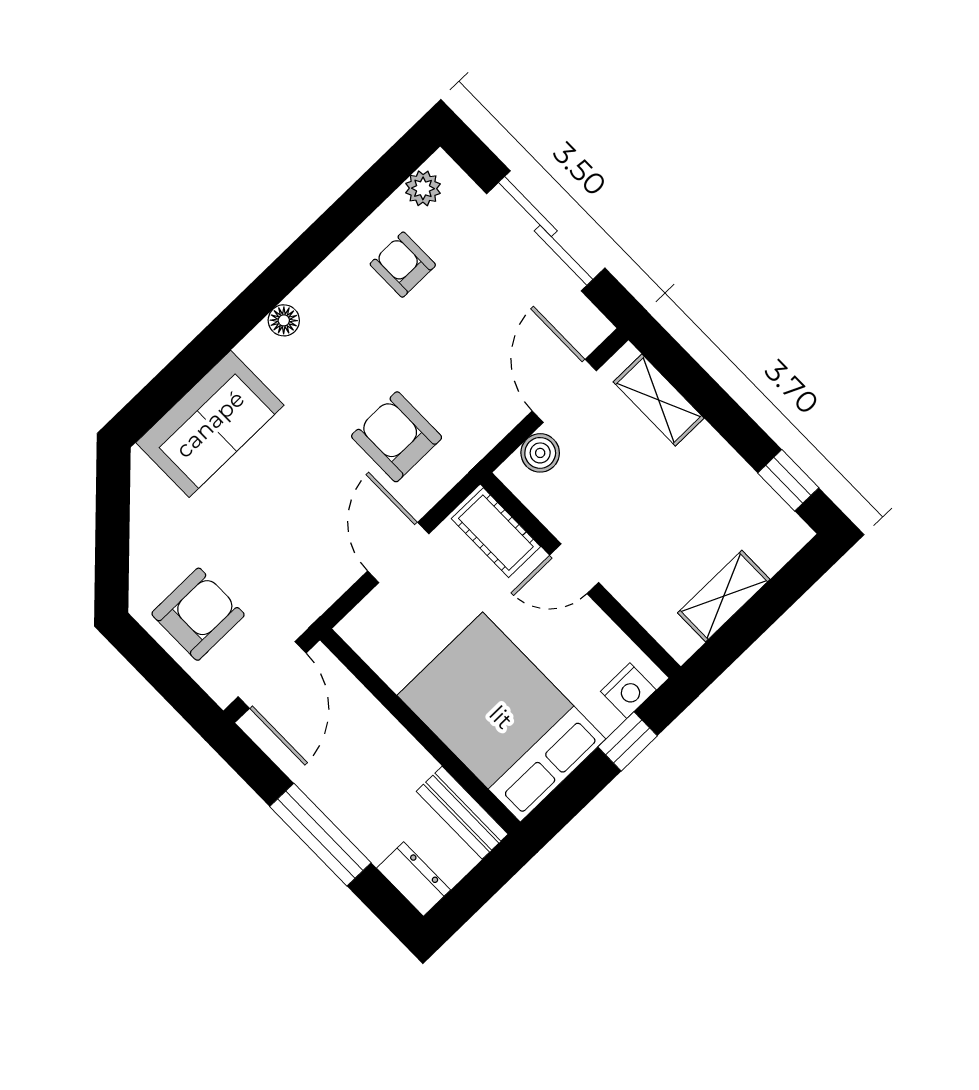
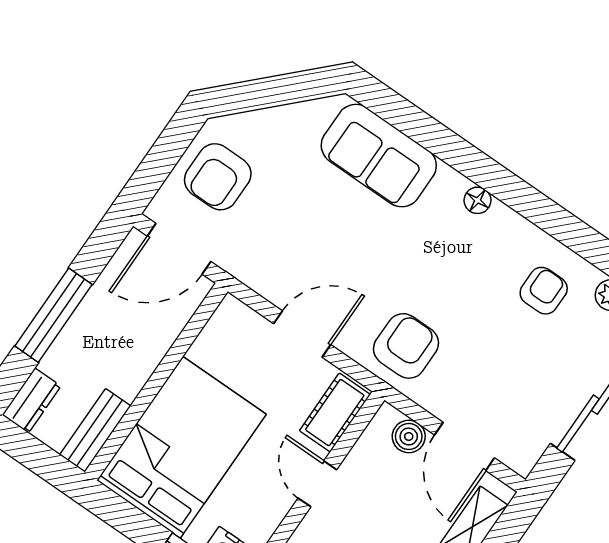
door: (564, 391) -> (465, 446), swing flipped
armchair: (397, 437) -> (406, 346), moved
armchair: (198, 614) -> (218, 177), turned 90

